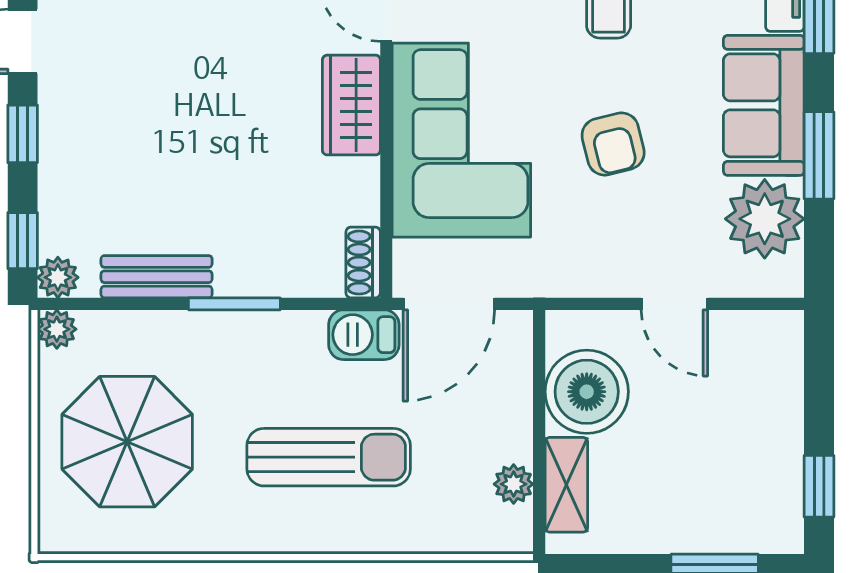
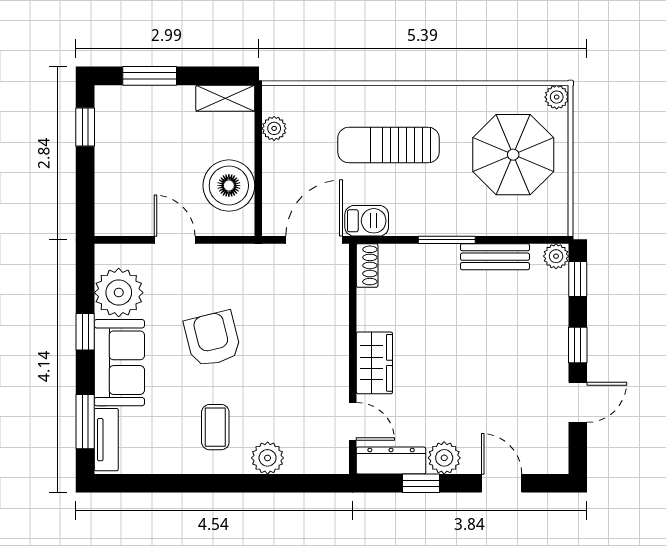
corner sofa: (461, 140) -> (306, 341), removed
armchair: (613, 144) -> (213, 339), width x1.38, depth x1.38
window: (819, 155) -> (85, 332), width x0.67
plant: (57, 329) -> (557, 97), moved
shelving: (566, 485) -> (225, 98), moved, turned 90

